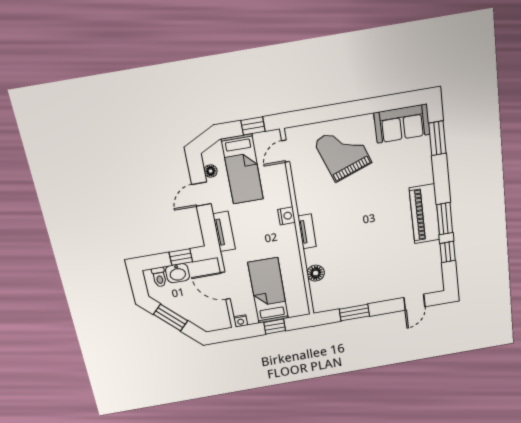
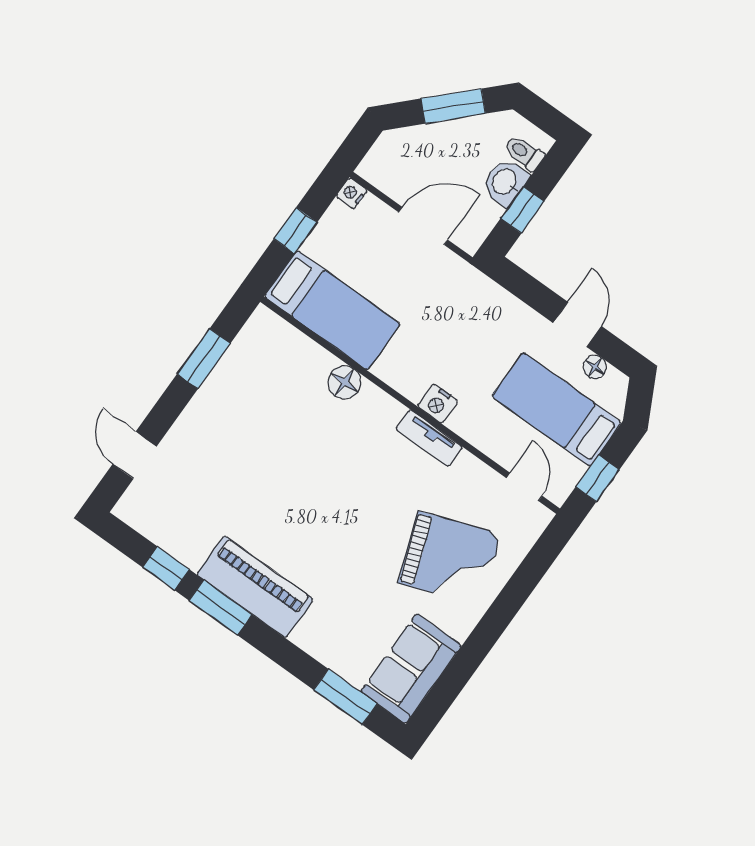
tv unit: (307, 231) -> (429, 438), moved
tv unit: (224, 232) -> (499, 302), removed
floor lamp: (316, 273) -> (345, 382), moved
bed: (268, 291) -> (332, 310), moved

